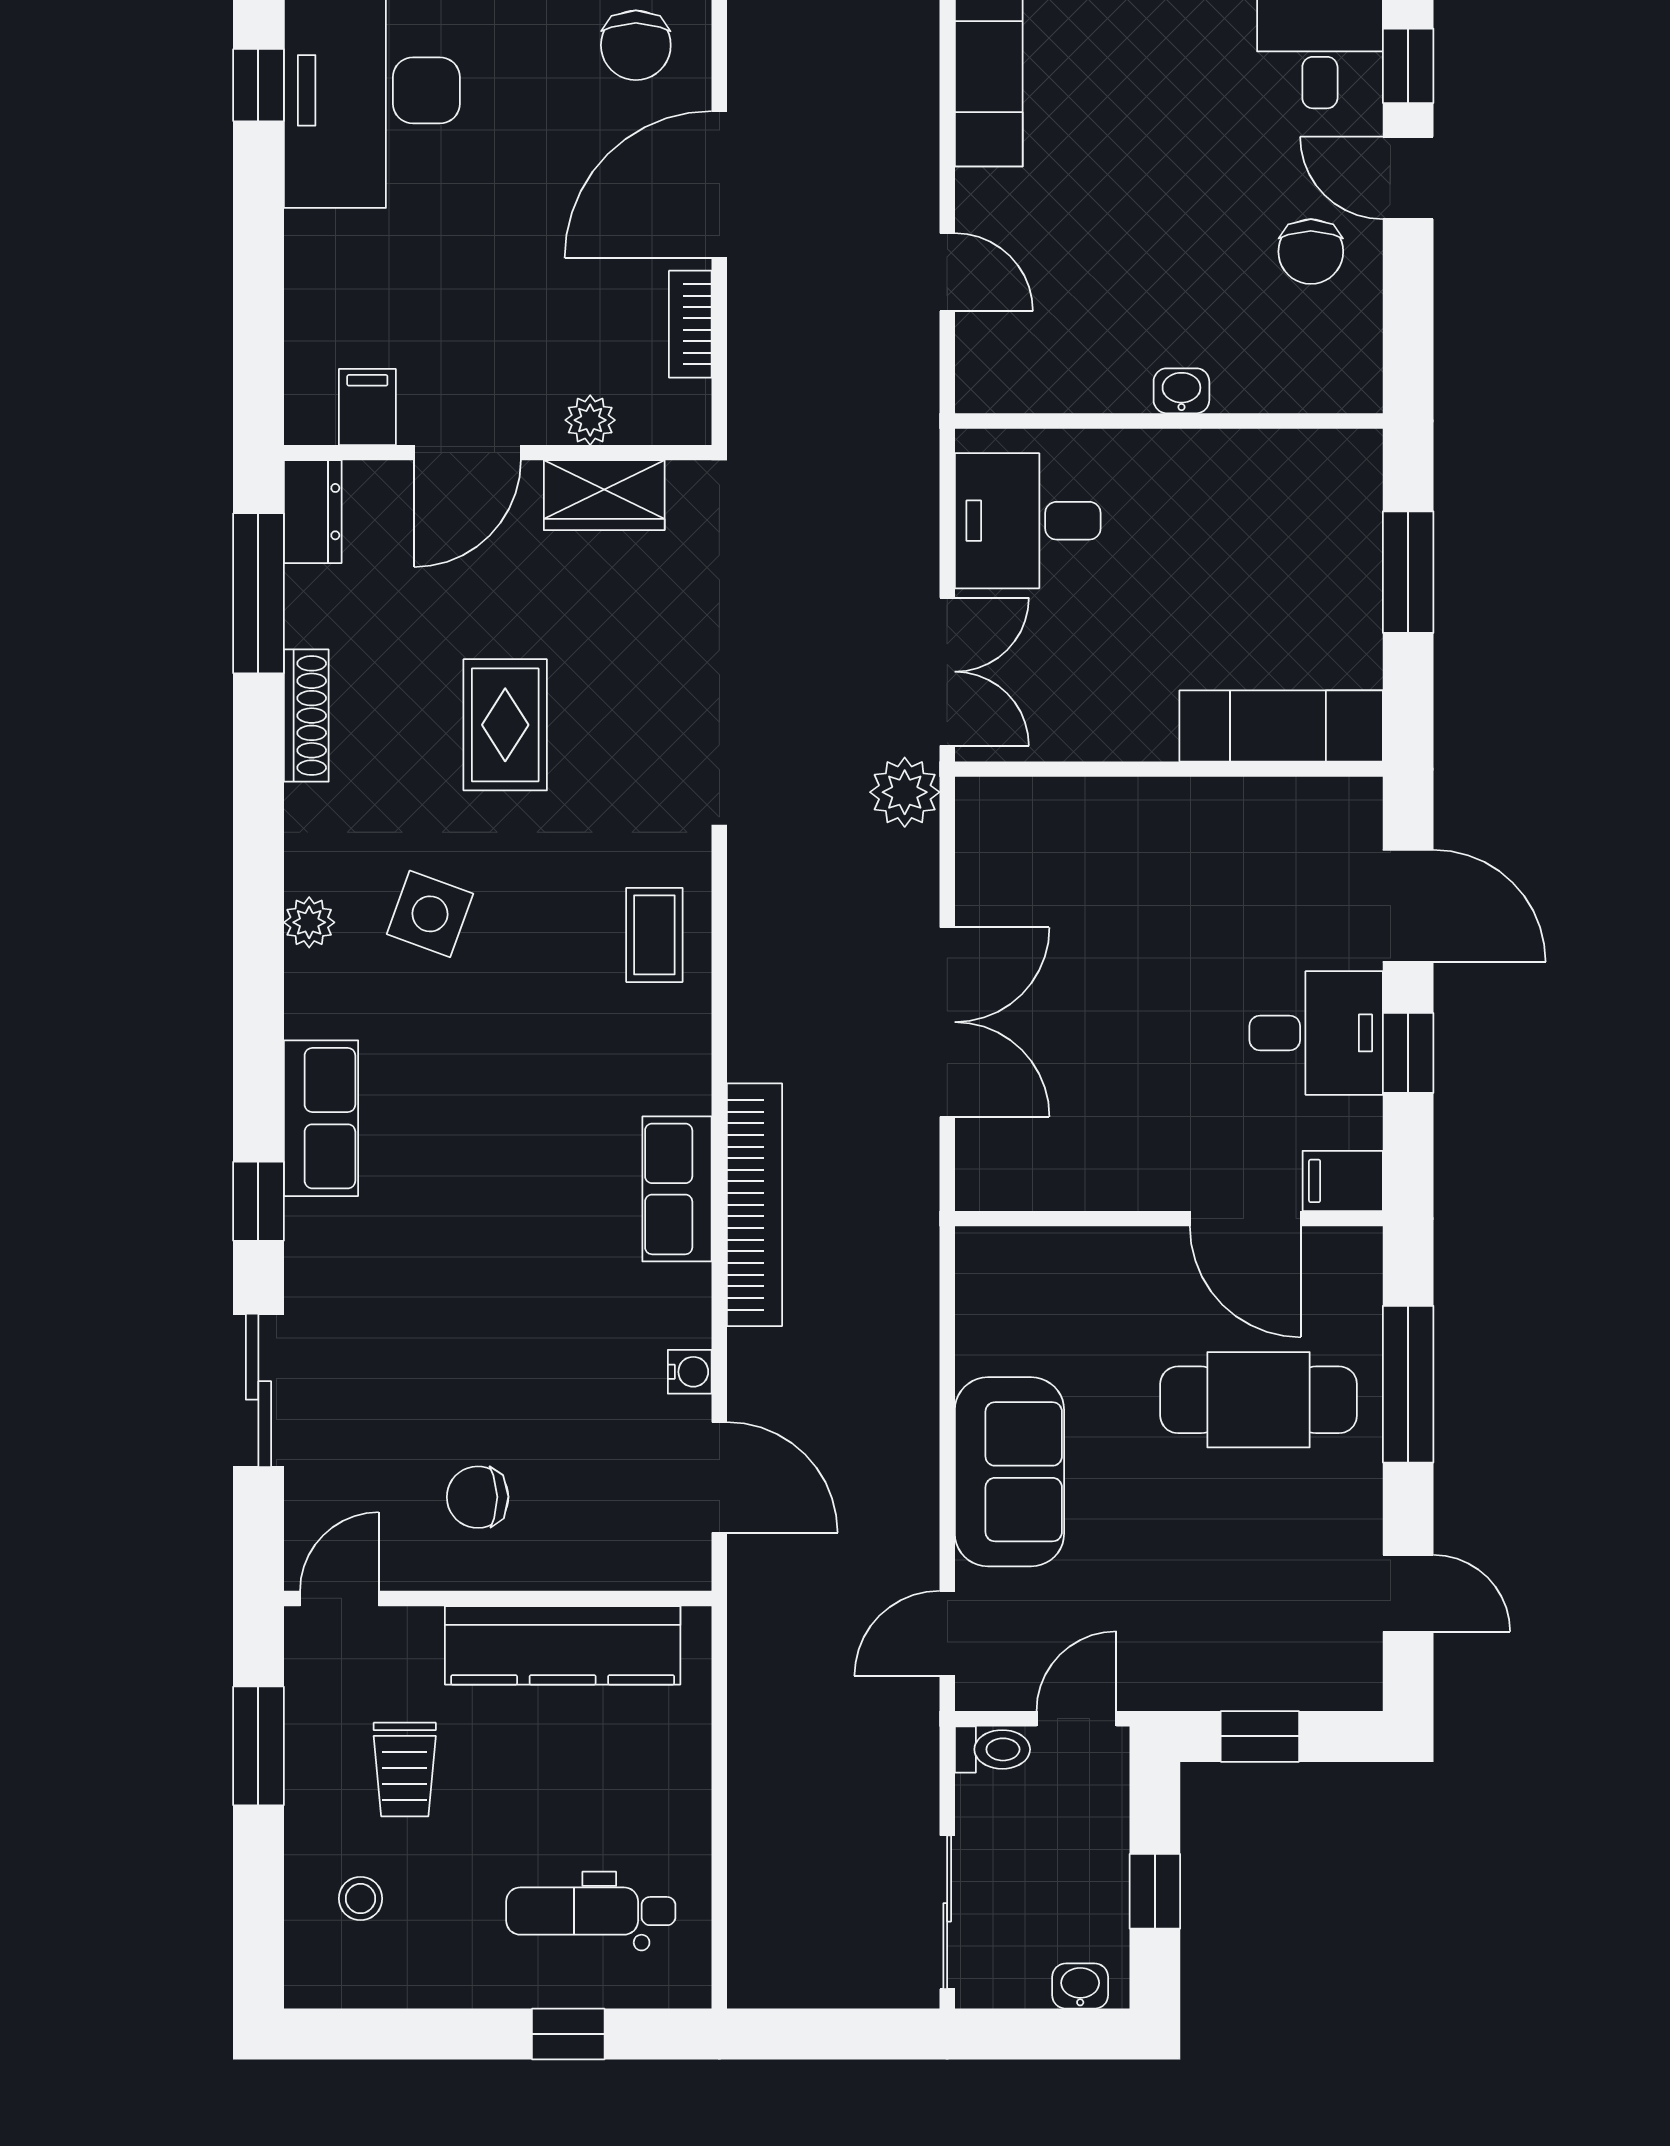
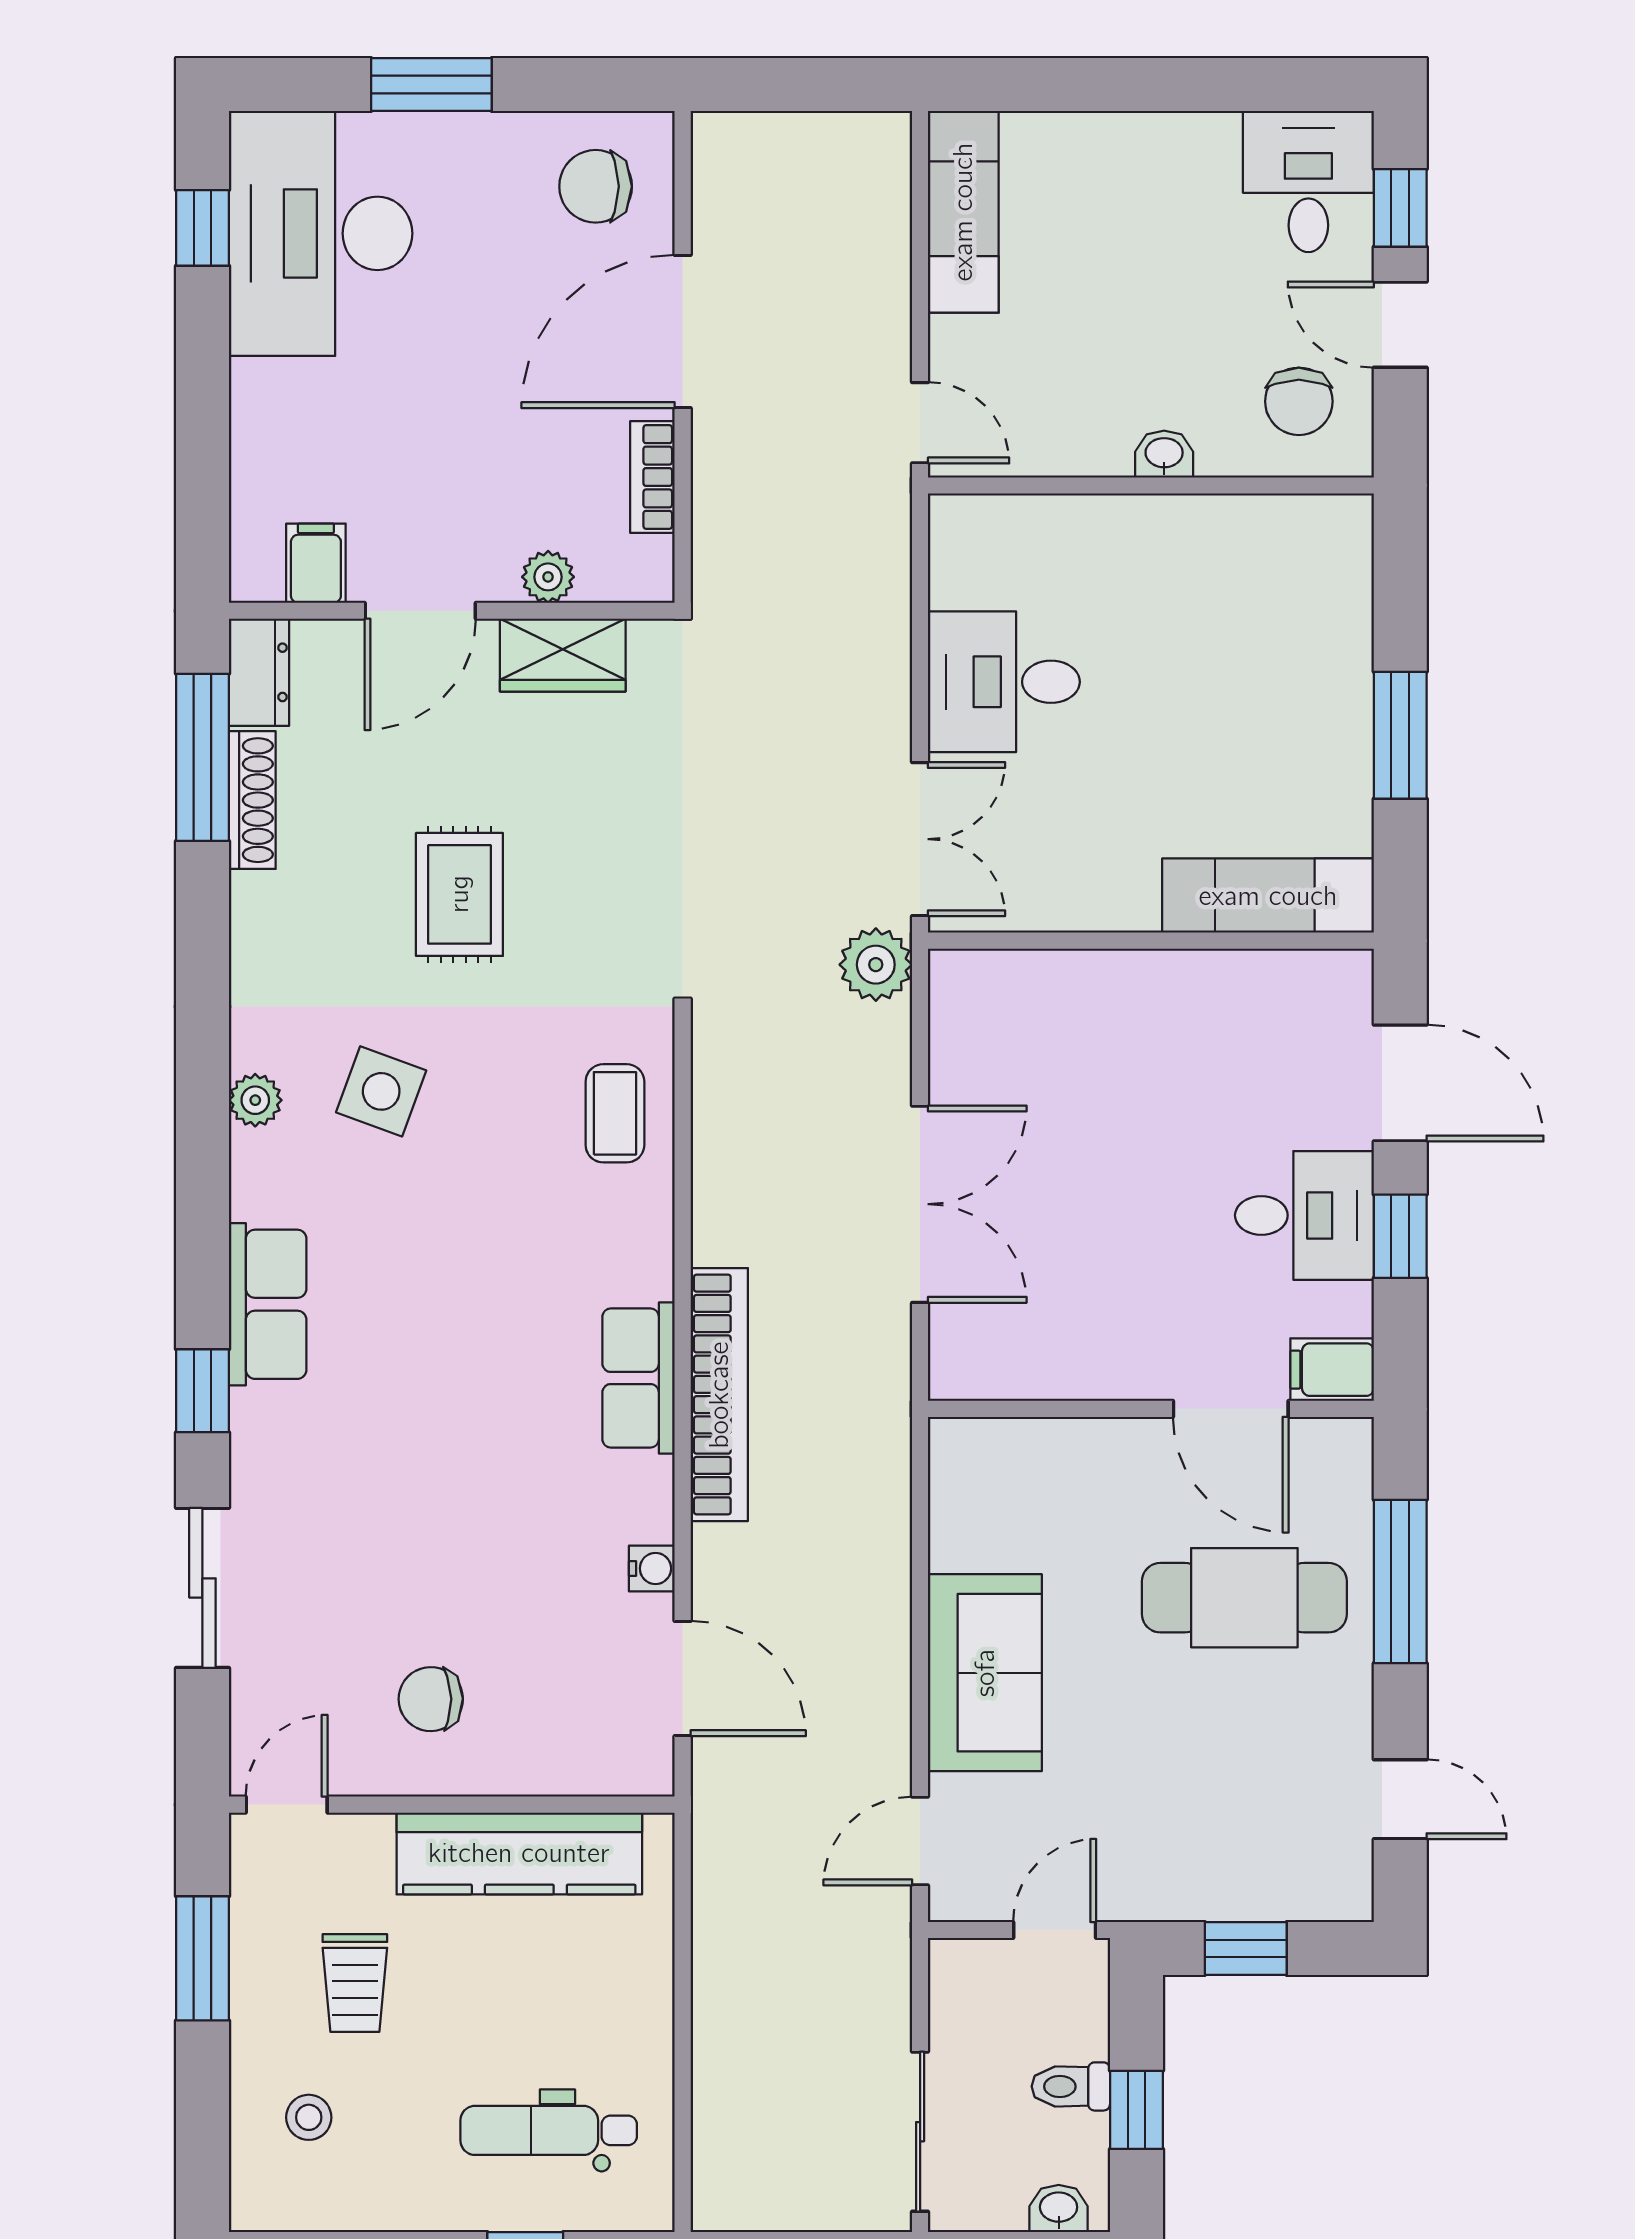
chair: (636, 45) -> (596, 186), turned 90
washbasin: (1181, 391) -> (1164, 454), moved
wall: (1169, 421) -> (1151, 485), moved
shoe rack: (306, 716) -> (252, 800), moved
toilet: (992, 1749) -> (1071, 2086), moved, turned 180

